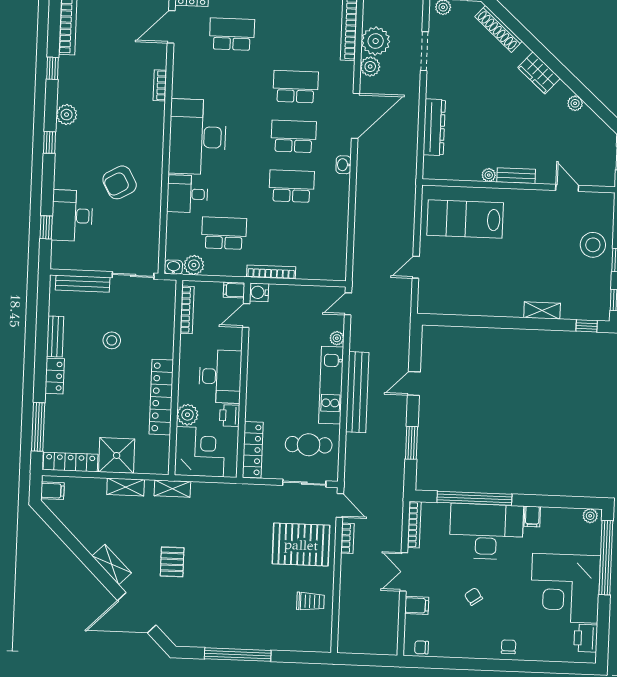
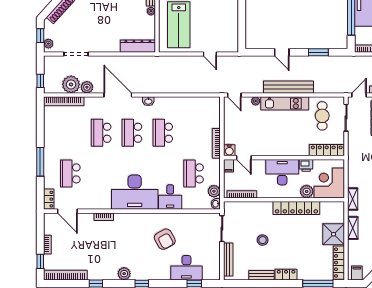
dresser: (434, 127) -> (138, 46), moved

